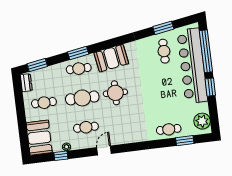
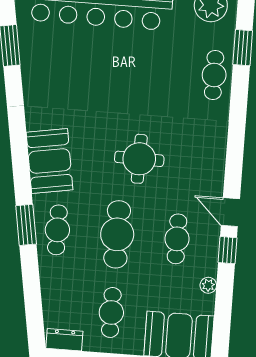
cafe table: (164, 51) -> (57, 53), removed
window: (37, 65) -> (34, 311), removed
round table: (115, 93) -> (139, 159), moved
window: (61, 156) -> (227, 250), moved

